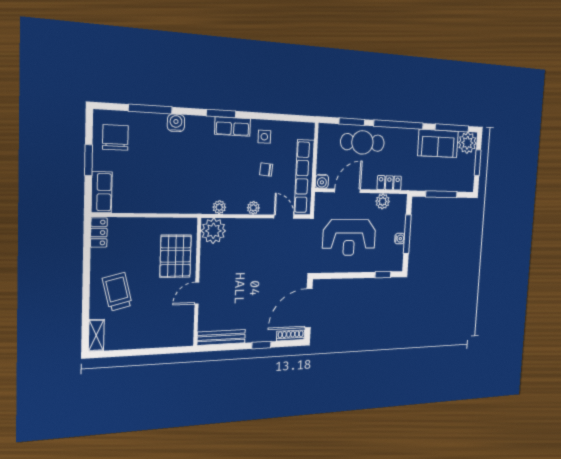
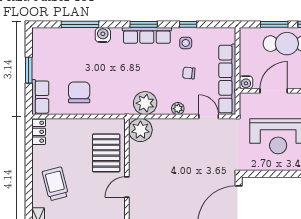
window: (268, 116) -> (188, 24), added
row of seats: (233, 127) -> (147, 35), width x1.48
chair: (115, 138) -> (79, 92), moved
plant: (219, 207) -> (145, 103), width x1.88, depth x1.88

